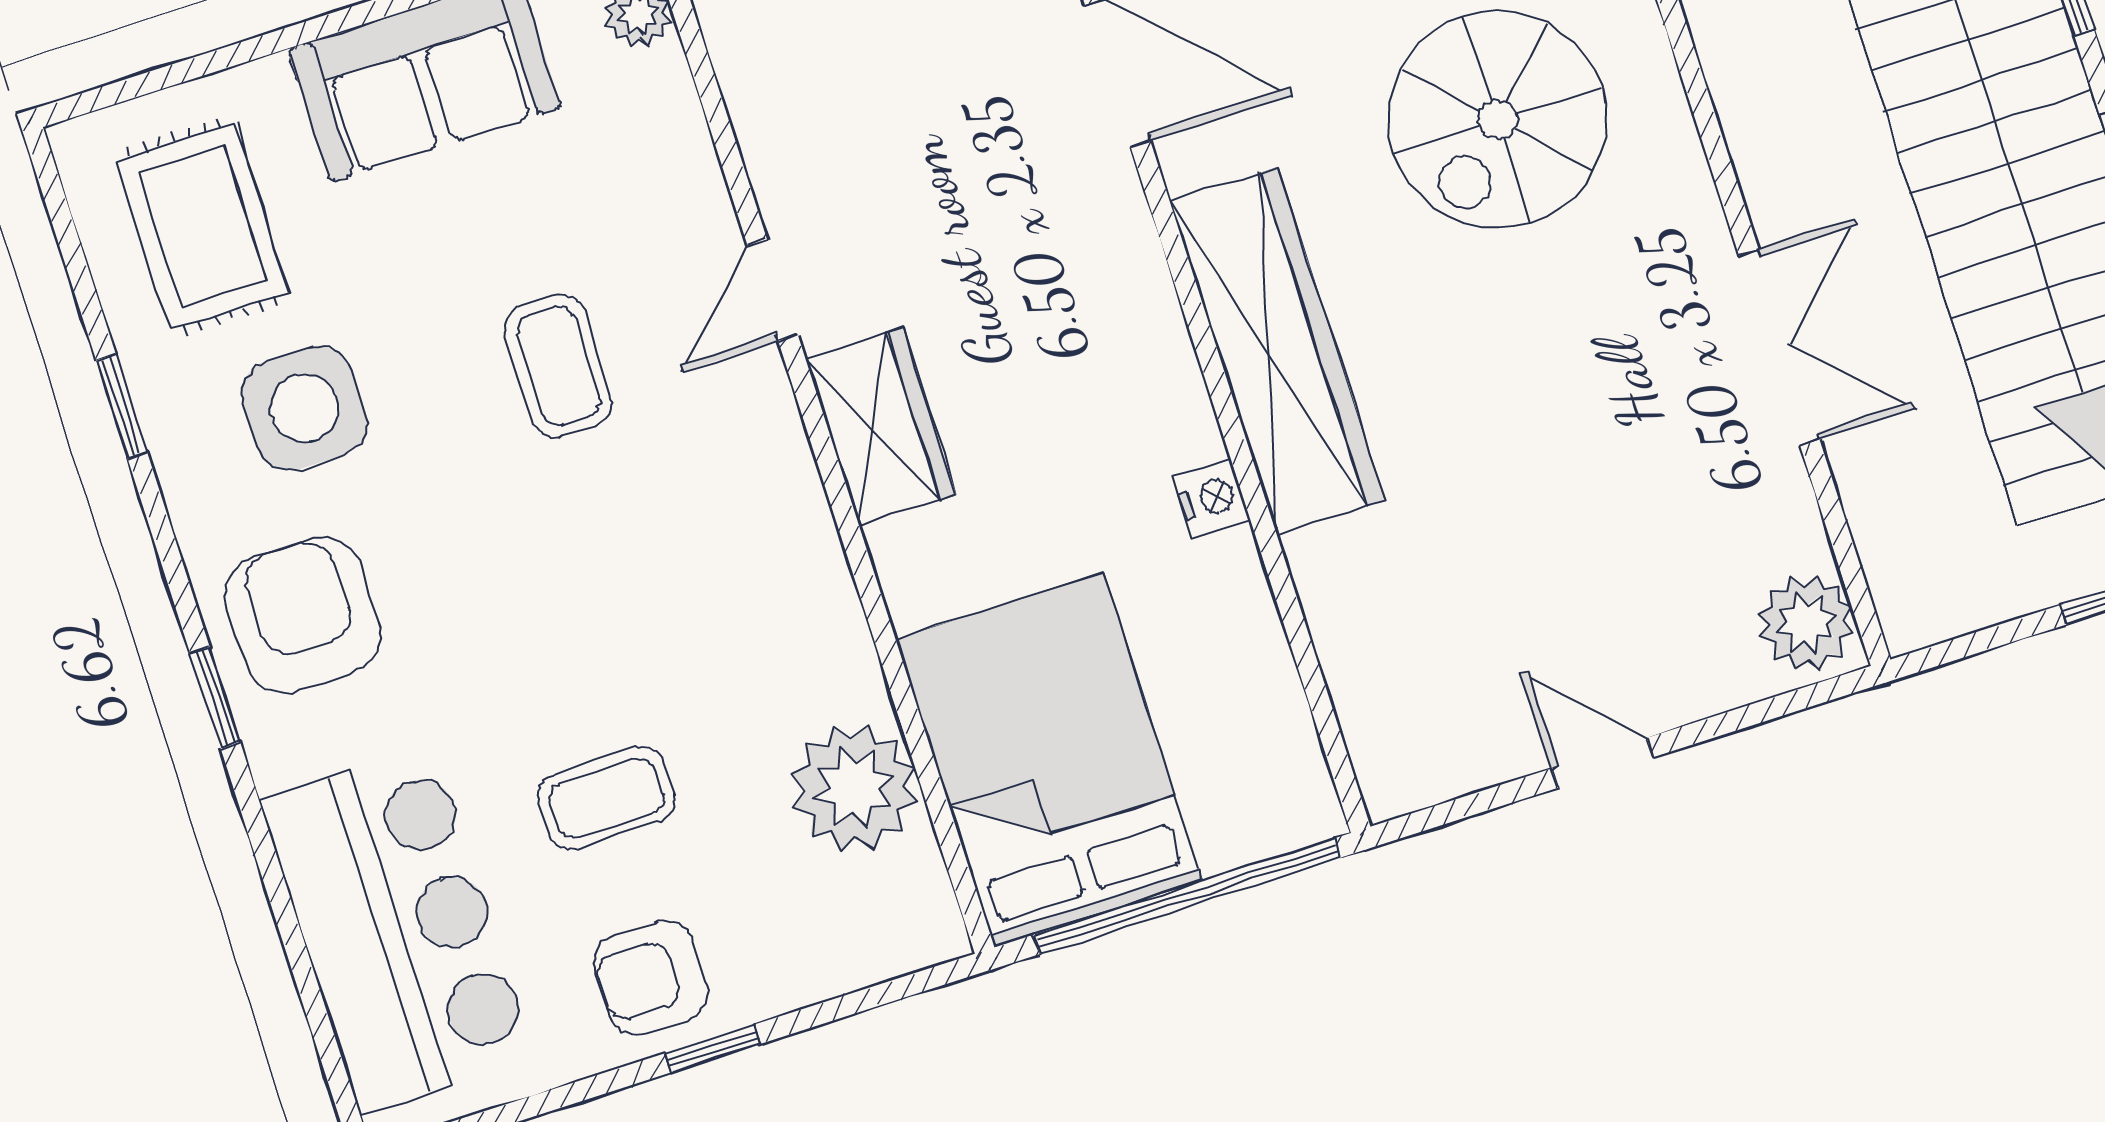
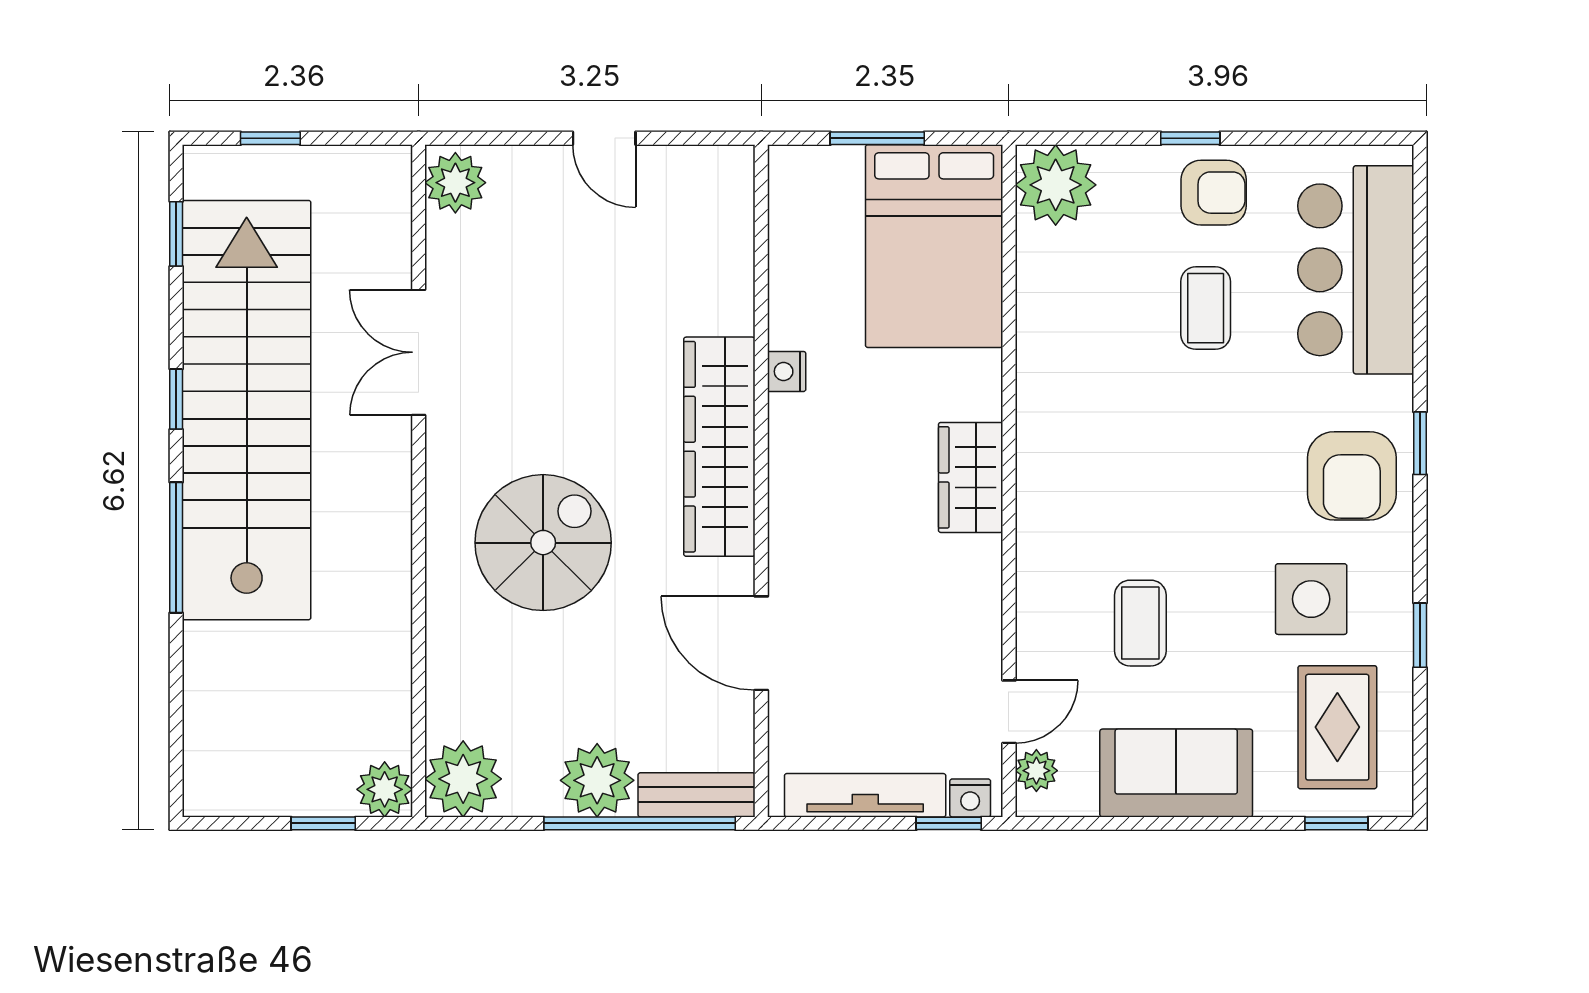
window: (157, 80) -> (1336, 823), added
door: (773, 290) -> (1009, 712), moved
coffee table: (558, 366) -> (1140, 623), moved
plant: (854, 788) -> (1056, 185), moved
coffee table: (607, 798) -> (1206, 308), turned 90
window: (1188, 896) -> (877, 138), width x0.47

